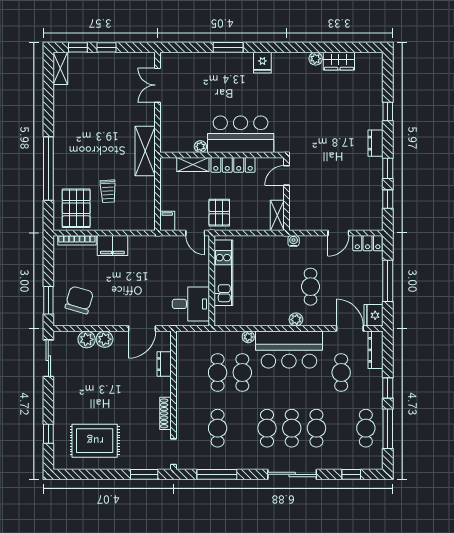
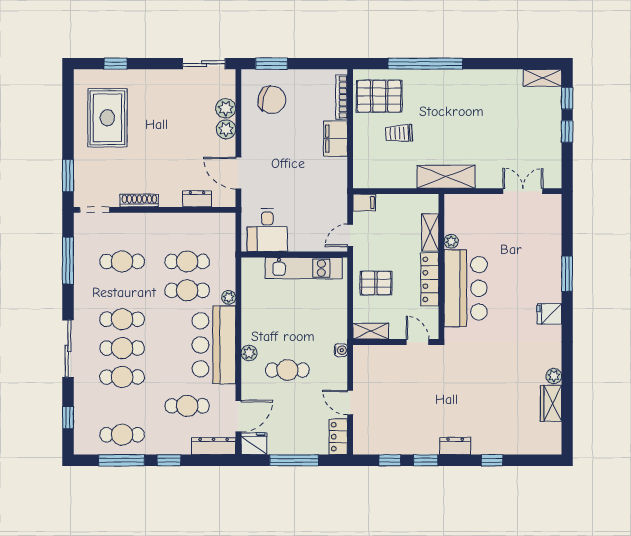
pallet: (219, 213) -> (376, 283), moved

